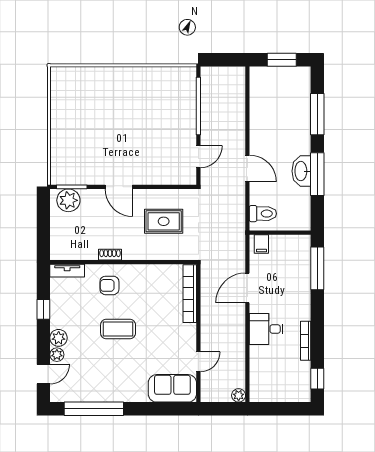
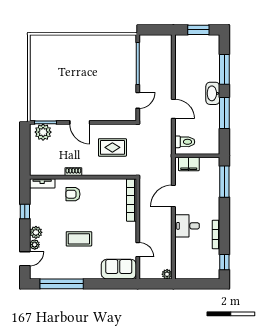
washbasin: (301, 171) -> (213, 93), moved
filing cabinet: (261, 244) -> (189, 164), width x2.00
coffee table: (118, 329) -> (79, 239), moved
door: (198, 362) -> (138, 250), hinge flipped

